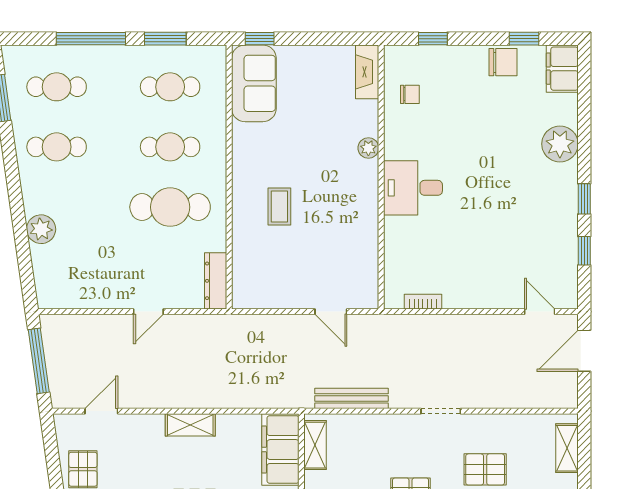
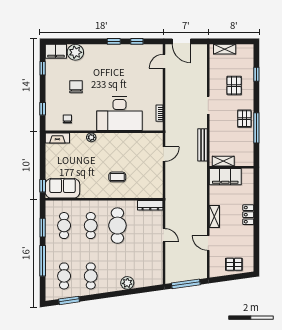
chair: (503, 62) -> (76, 87), moved
plant: (560, 144) -> (75, 52), moved
desk: (413, 188) -> (119, 114), width x1.87, depth x1.30
door: (101, 411) -> (208, 243), moved

